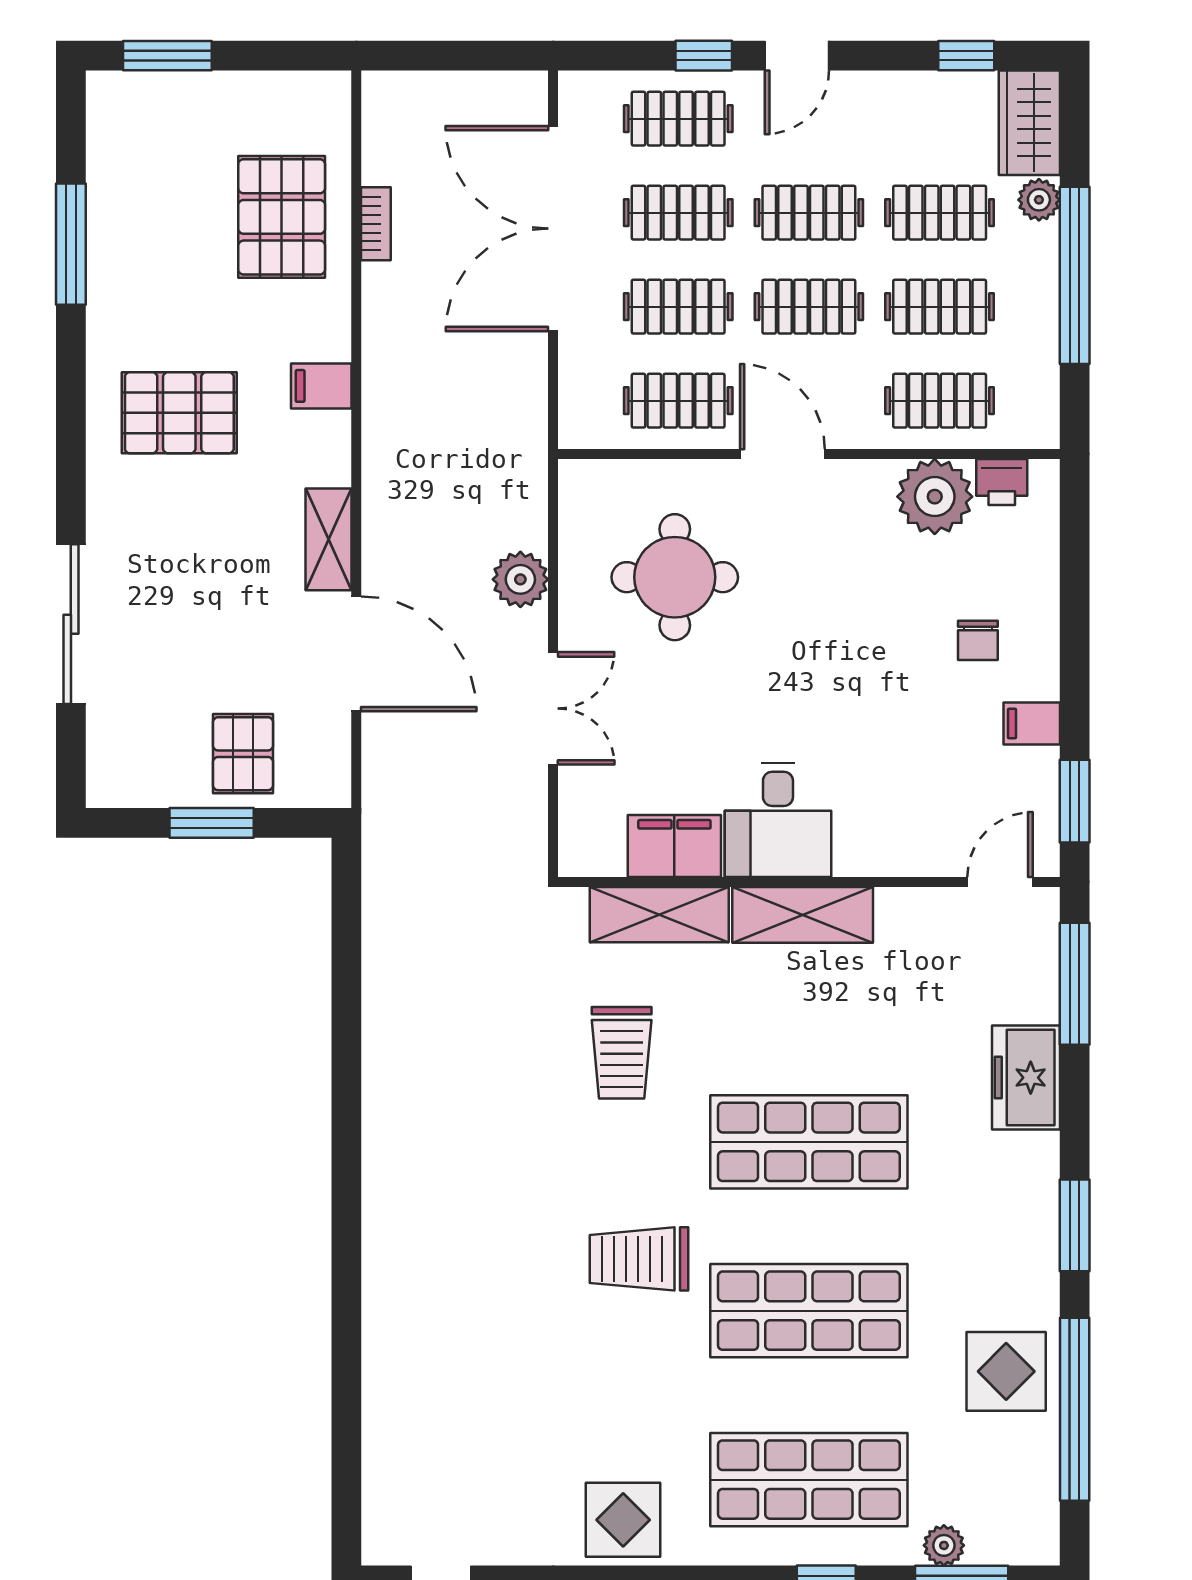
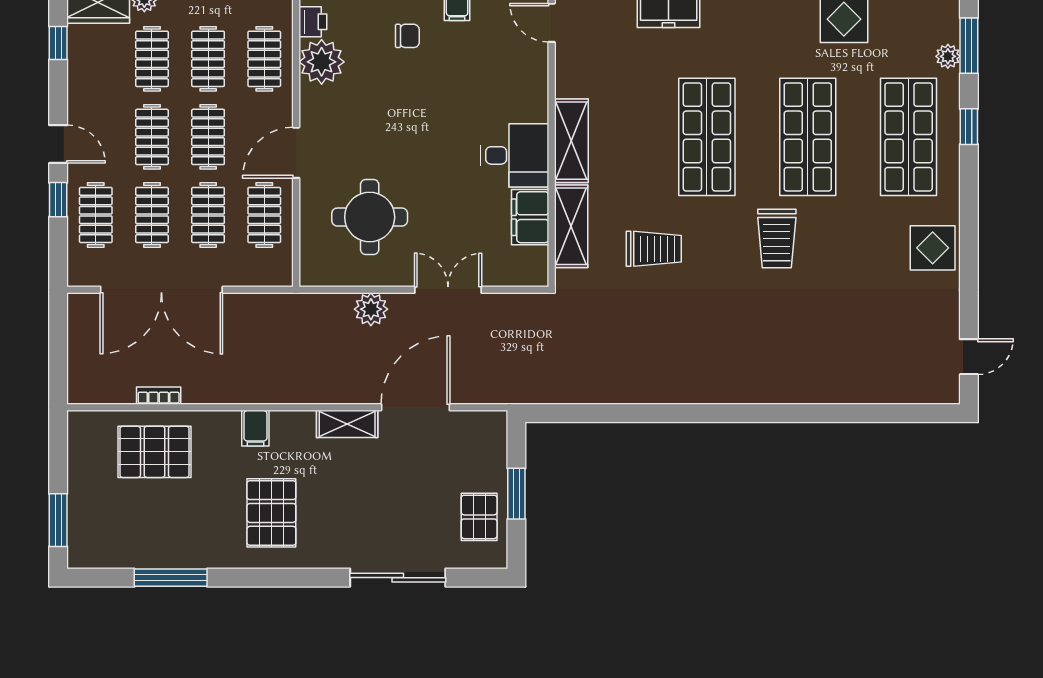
pallet: (243, 754) -> (479, 517), moved, turned 90

